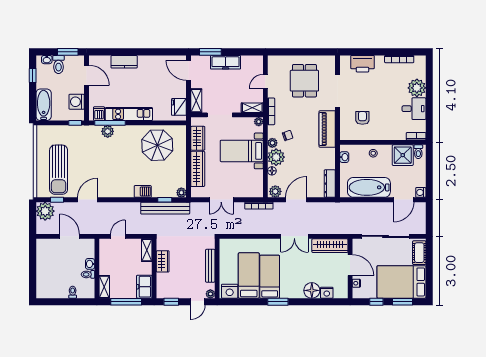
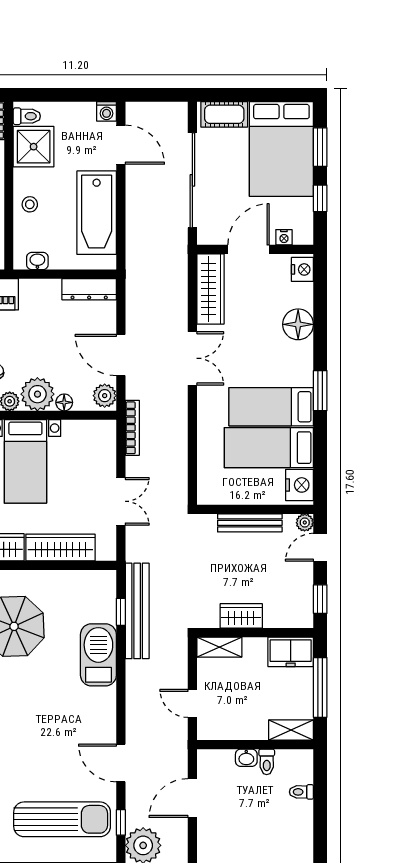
barbecue: (143, 191) -> (98, 655), width x1.88, depth x1.53
plant: (181, 193) -> (107, 579), removed
nightstand: (327, 293) -> (302, 269), moved
door: (198, 302) -> (320, 547), swing flipped

